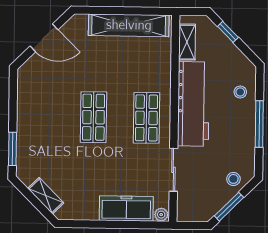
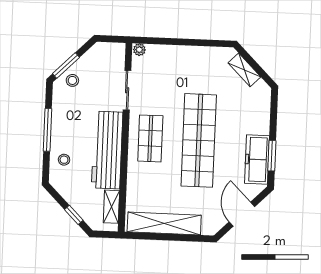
door: (44, 38) -> (242, 214), hinge flipped
shop shelf: (94, 117) -> (199, 140), width x2.00, depth x1.36
window: (12, 149) -> (272, 156), moved
window: (229, 207) -> (66, 65), moved
freezer: (126, 208) -> (257, 159), moved, turned 90

